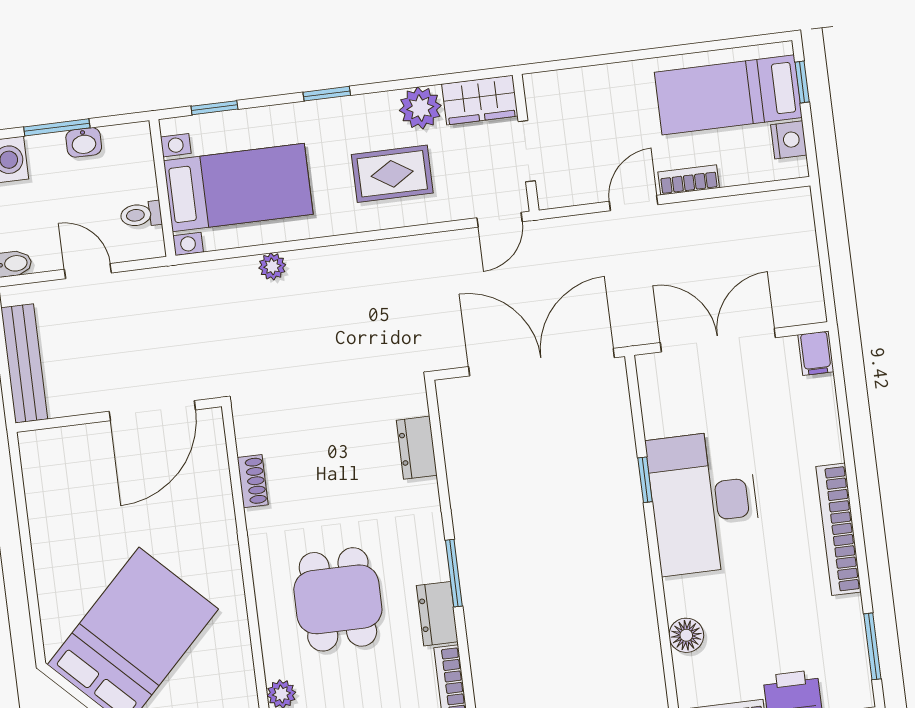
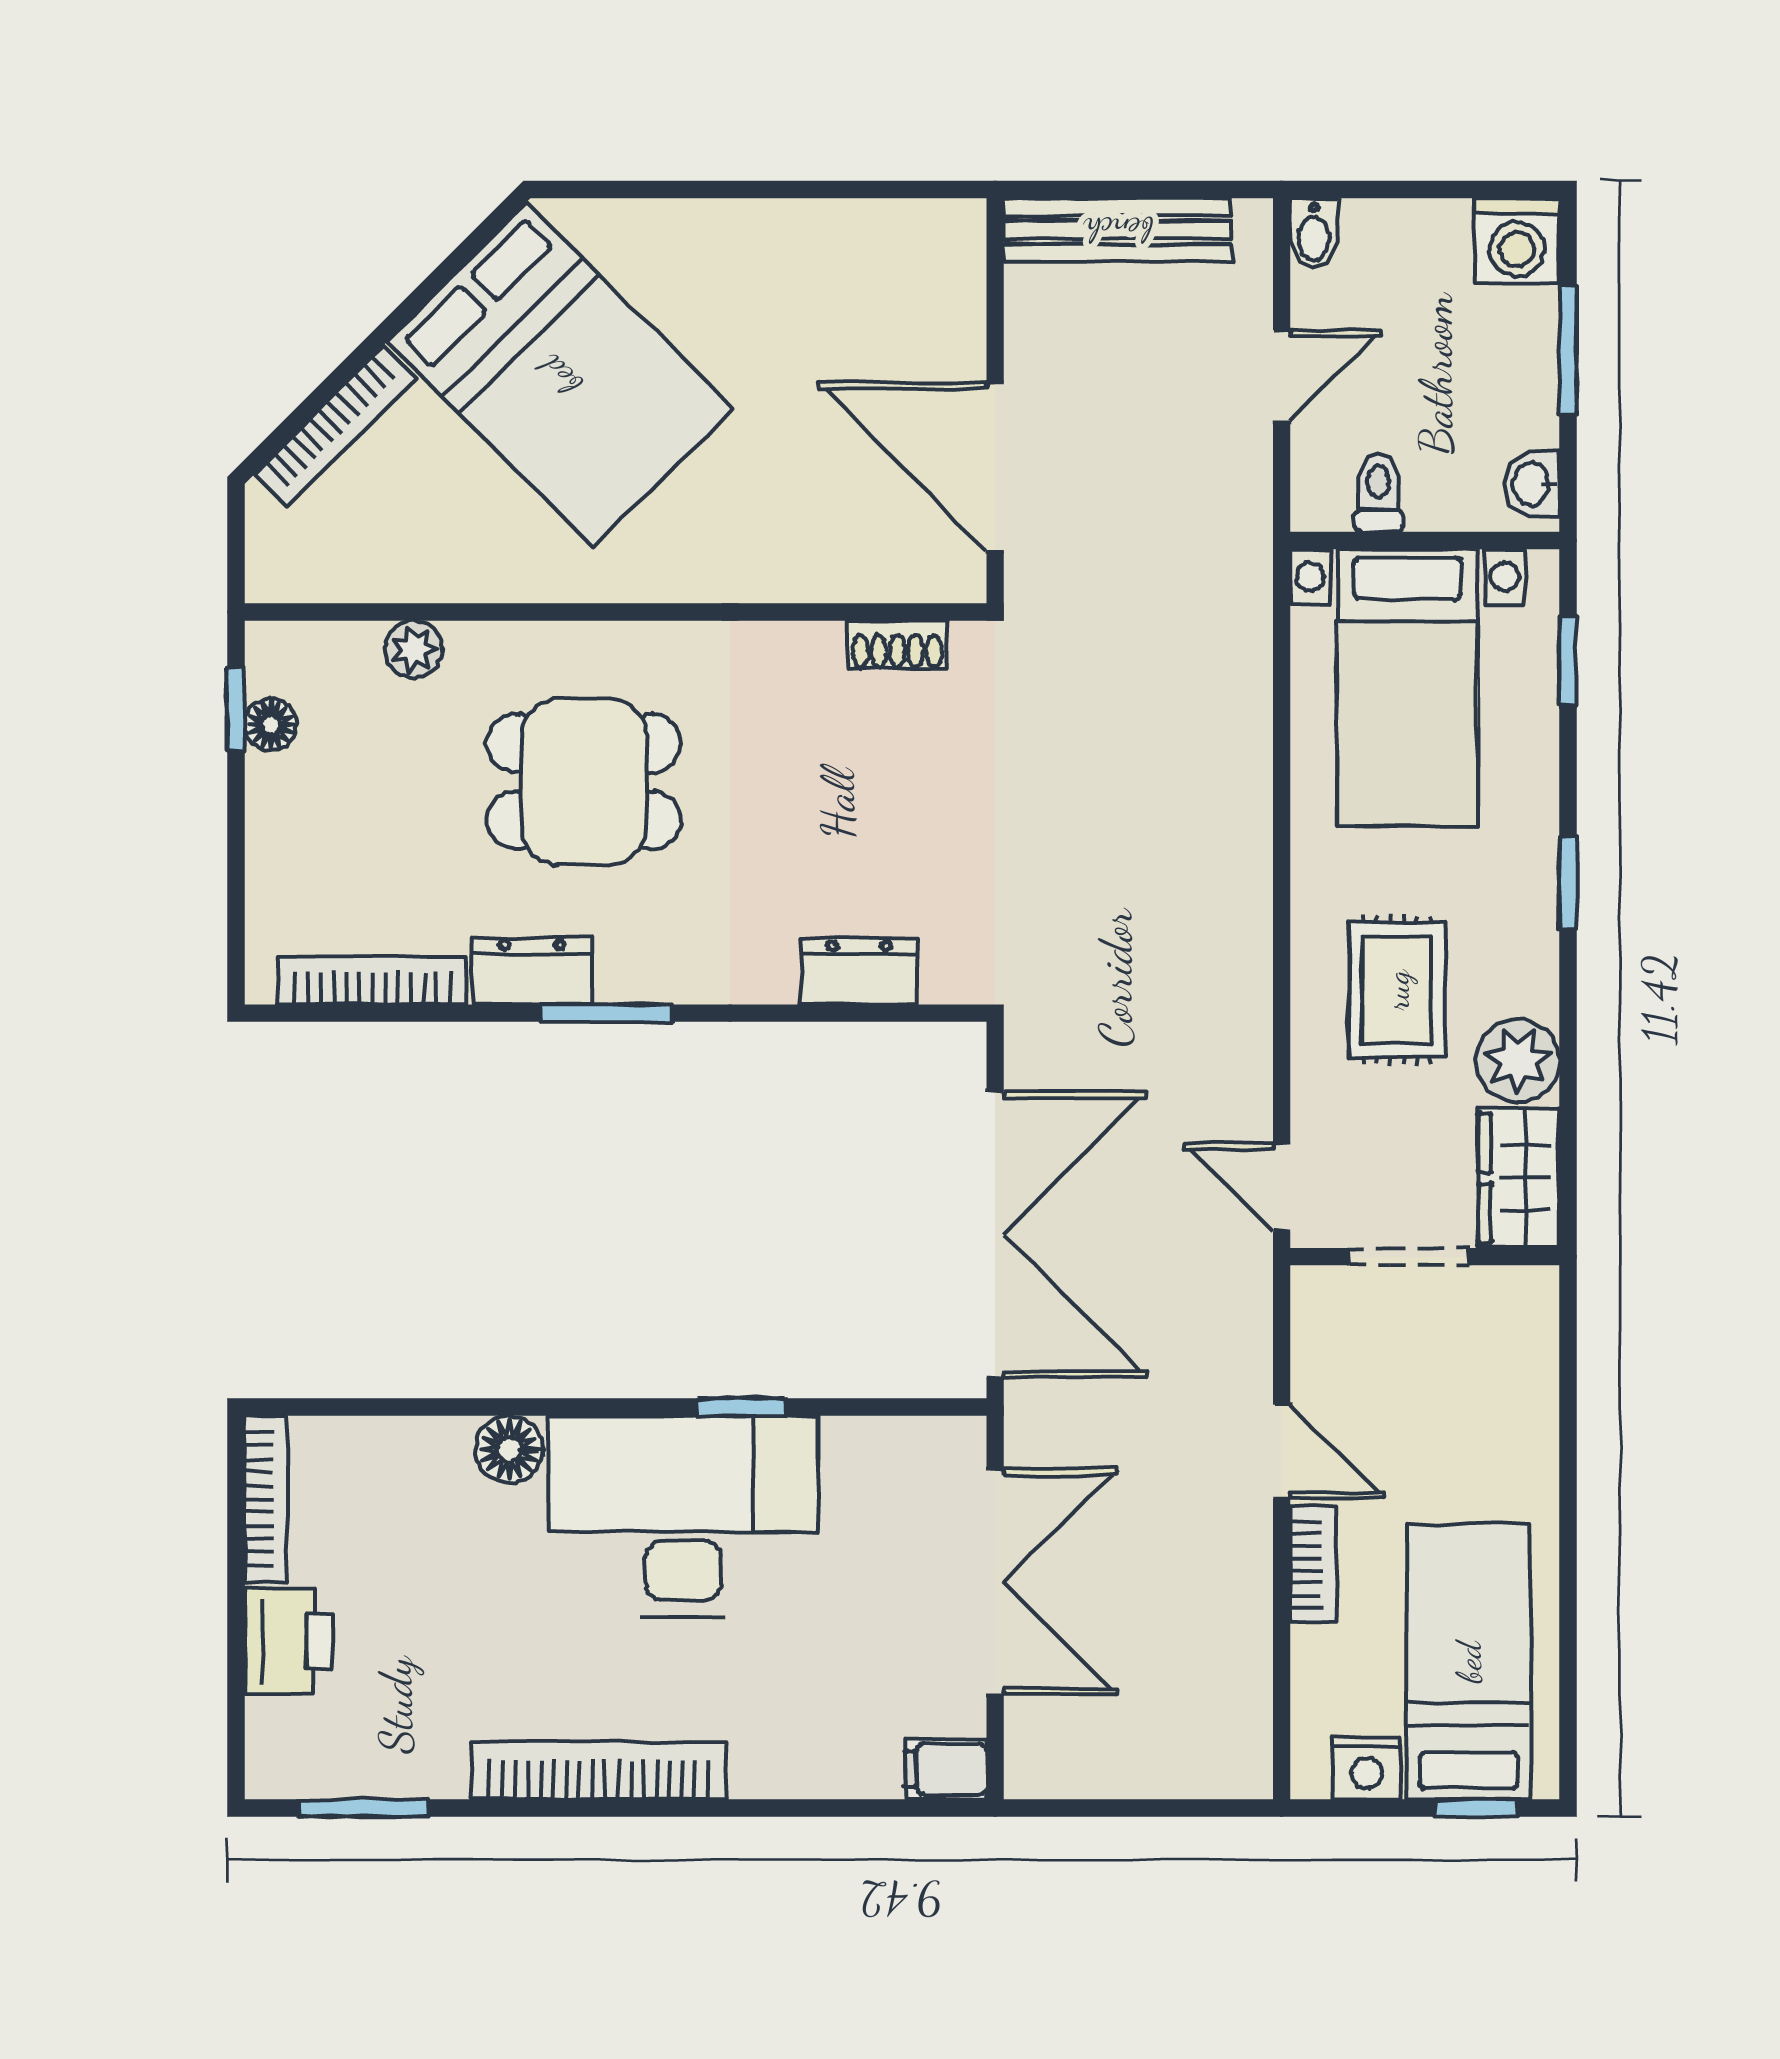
washbasin: (84, 142) -> (1532, 484), moved
plant: (272, 266) -> (1246, 735), removed
shoe rack: (253, 481) -> (897, 645), moved
floor lamp: (686, 635) -> (509, 1449), moved

